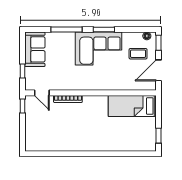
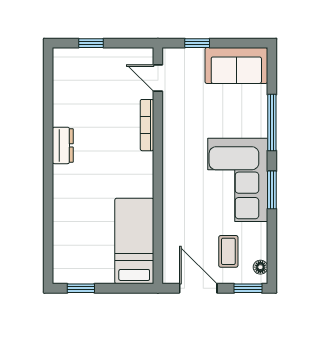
door: (42, 93) -> (158, 78), hinge flipped
window: (22, 106) -> (91, 43), moved
dresser: (79, 146) -> (63, 145), added

